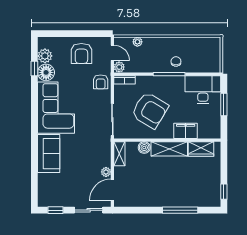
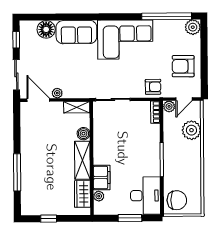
plant: (137, 42) -> (191, 130), width x1.87, depth x1.87
plant: (45, 56) -> (193, 27), moved
chair: (176, 61) -> (177, 200), moved, width x1.87, depth x1.87
window: (34, 69) -> (167, 16), width x3.17
floor lamp: (46, 72) -> (46, 29), moved
armchair: (101, 82) -> (153, 87), turned 180
armchair: (150, 110) -> (123, 139), removed
plant: (203, 134) -> (99, 196), added
window: (224, 192) -> (49, 219), moved

